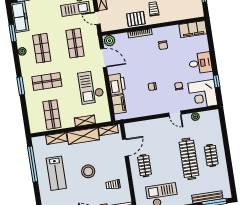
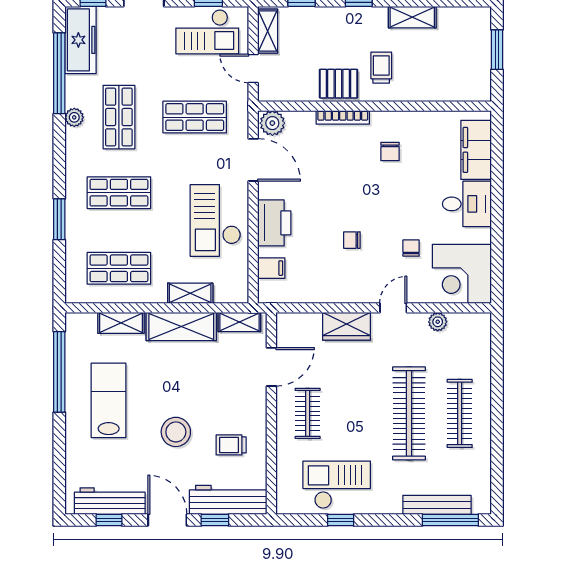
filing cabinet: (193, 29) -> (476, 150), moved, turned 90
window: (13, 33) -> (59, 73), width x2.11
shop shelf: (75, 43) -> (195, 117), turned 90
window: (217, 81) -> (497, 250), removed
window: (21, 86) -> (59, 219), moved
filing cabinet: (119, 104) -> (271, 268), width x0.50
door: (175, 114) -> (393, 308), swing flipped
shop shelf: (52, 115) -> (119, 268), turned 90
wardrobe: (156, 125) -> (346, 326), added
clothes rail: (211, 155) -> (460, 413), width x1.36
stool: (88, 171) -> (176, 432), moved
lab bench: (56, 173) -> (109, 400), turned 180

